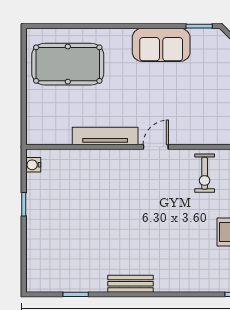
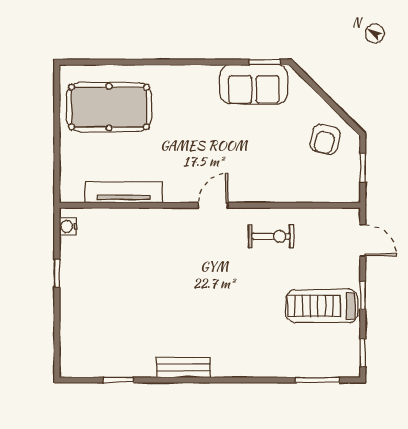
sofa: (161, 45) -> (254, 84), moved
tv unit: (105, 136) -> (124, 192), moved
exercise bike: (205, 173) -> (271, 236), turned -90

